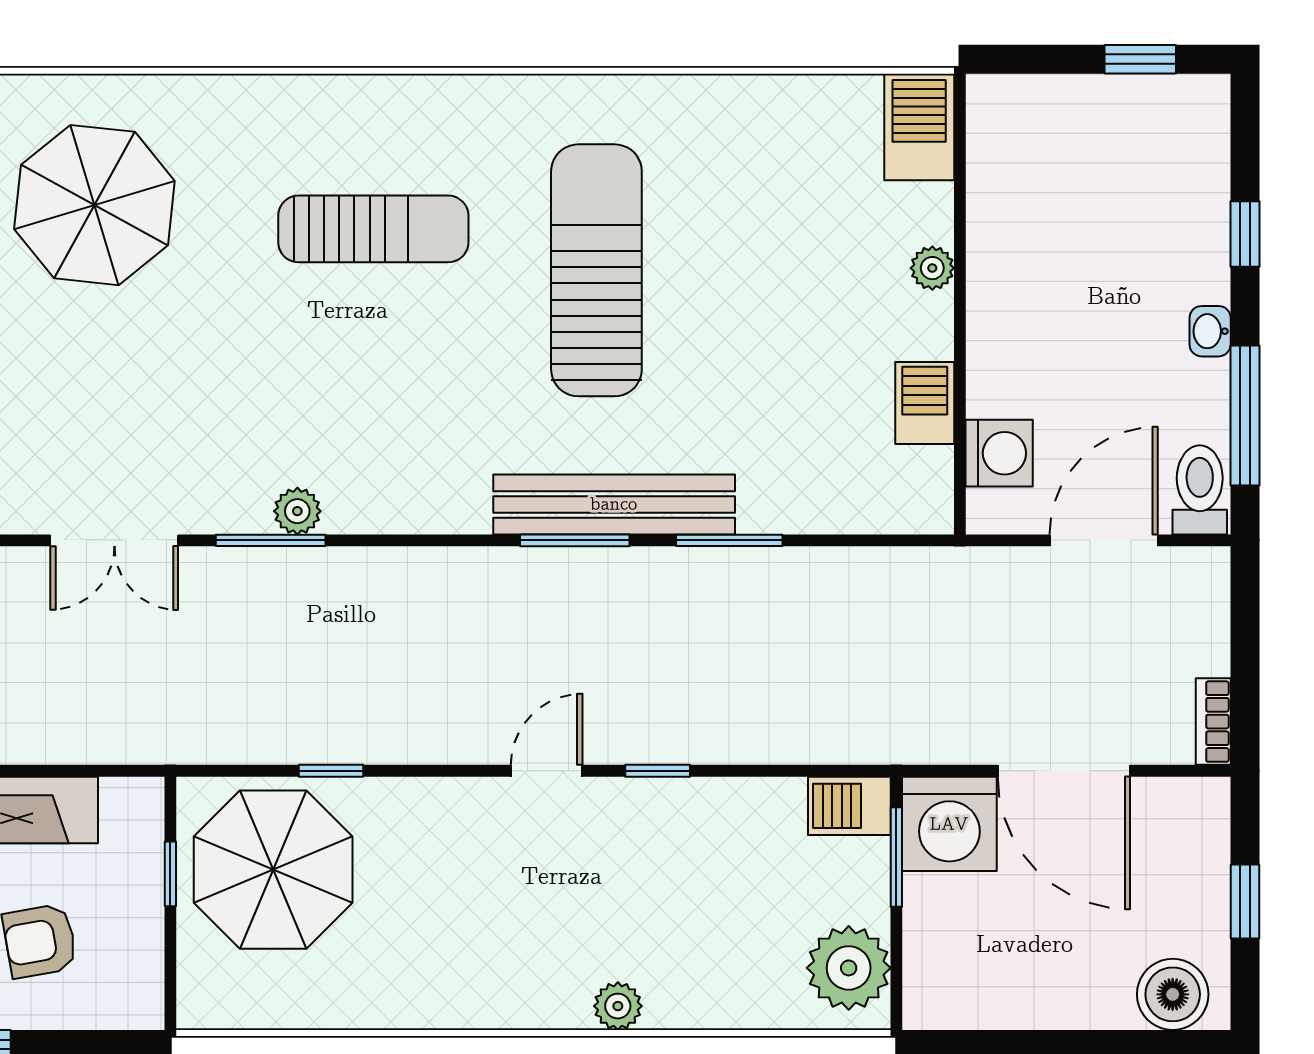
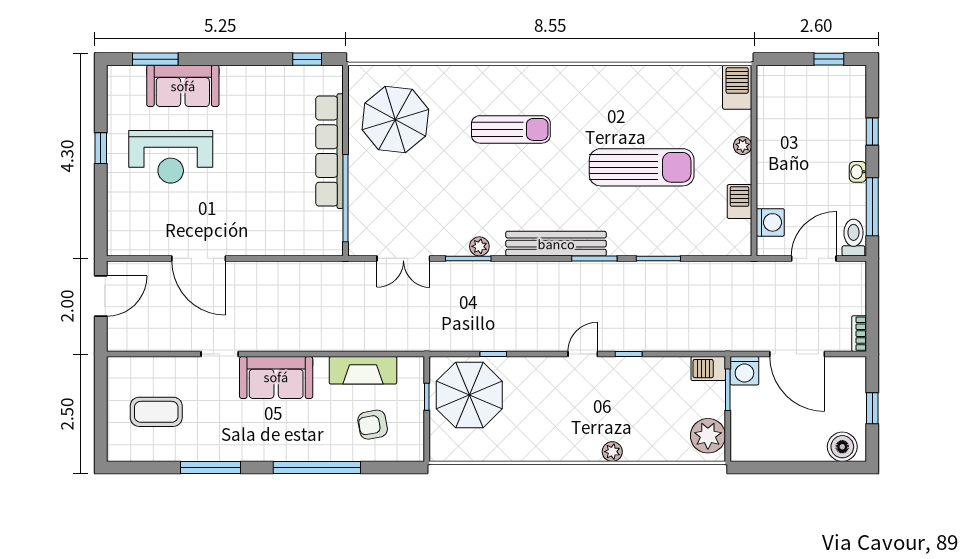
sun lounger: (596, 270) -> (642, 167), moved, turned 90
bench: (614, 504) -> (556, 244), moved
washing machine: (949, 824) -> (744, 371), width x0.73, depth x0.73

